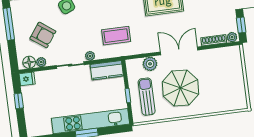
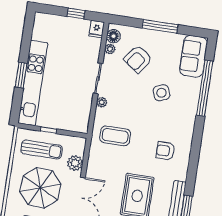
coffee table: (116, 36) -> (115, 136), turned 90
kitchen counter: (107, 70) -> (81, 115), removed

